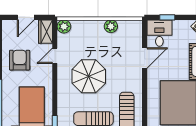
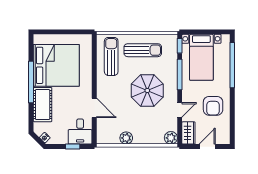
door: (145, 58) -> (94, 108), swing flipped
window: (55, 93) -> (180, 74), added

